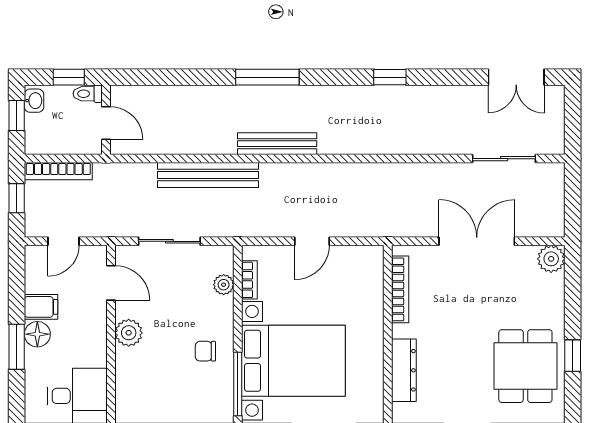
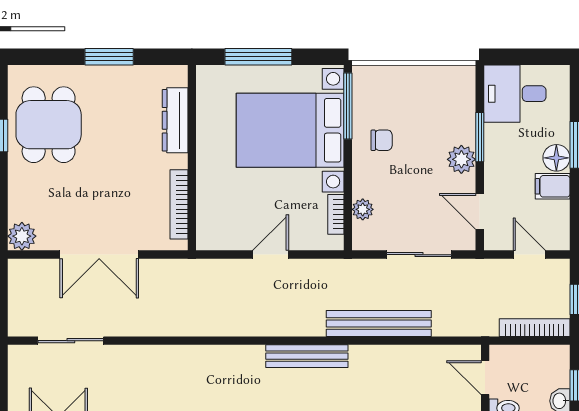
door: (63, 241) -> (529, 255), hinge flipped
window: (111, 354) -> (480, 137), added

